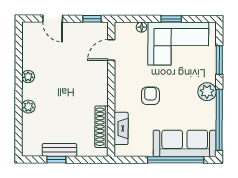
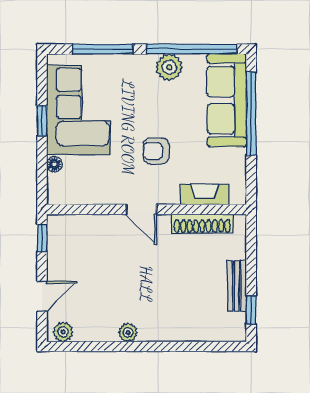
door: (111, 50) -> (141, 209), moved
window: (219, 60) -> (103, 49), width x1.44
plant: (207, 92) -> (169, 67), moved
plant: (28, 107) -> (63, 332), moved
window: (56, 160) -> (251, 310), moved

